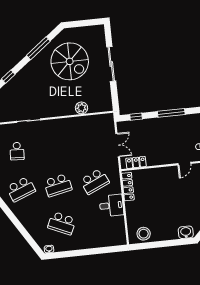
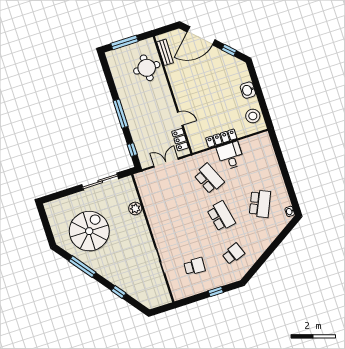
sliding door: (111, 64) -> (100, 182), moved
door: (184, 164) -> (180, 119), moved
locker: (128, 187) -> (221, 138), moved
school desk: (21, 189) -> (233, 254), width x0.54
washbasin: (186, 232) -> (248, 90), moved

